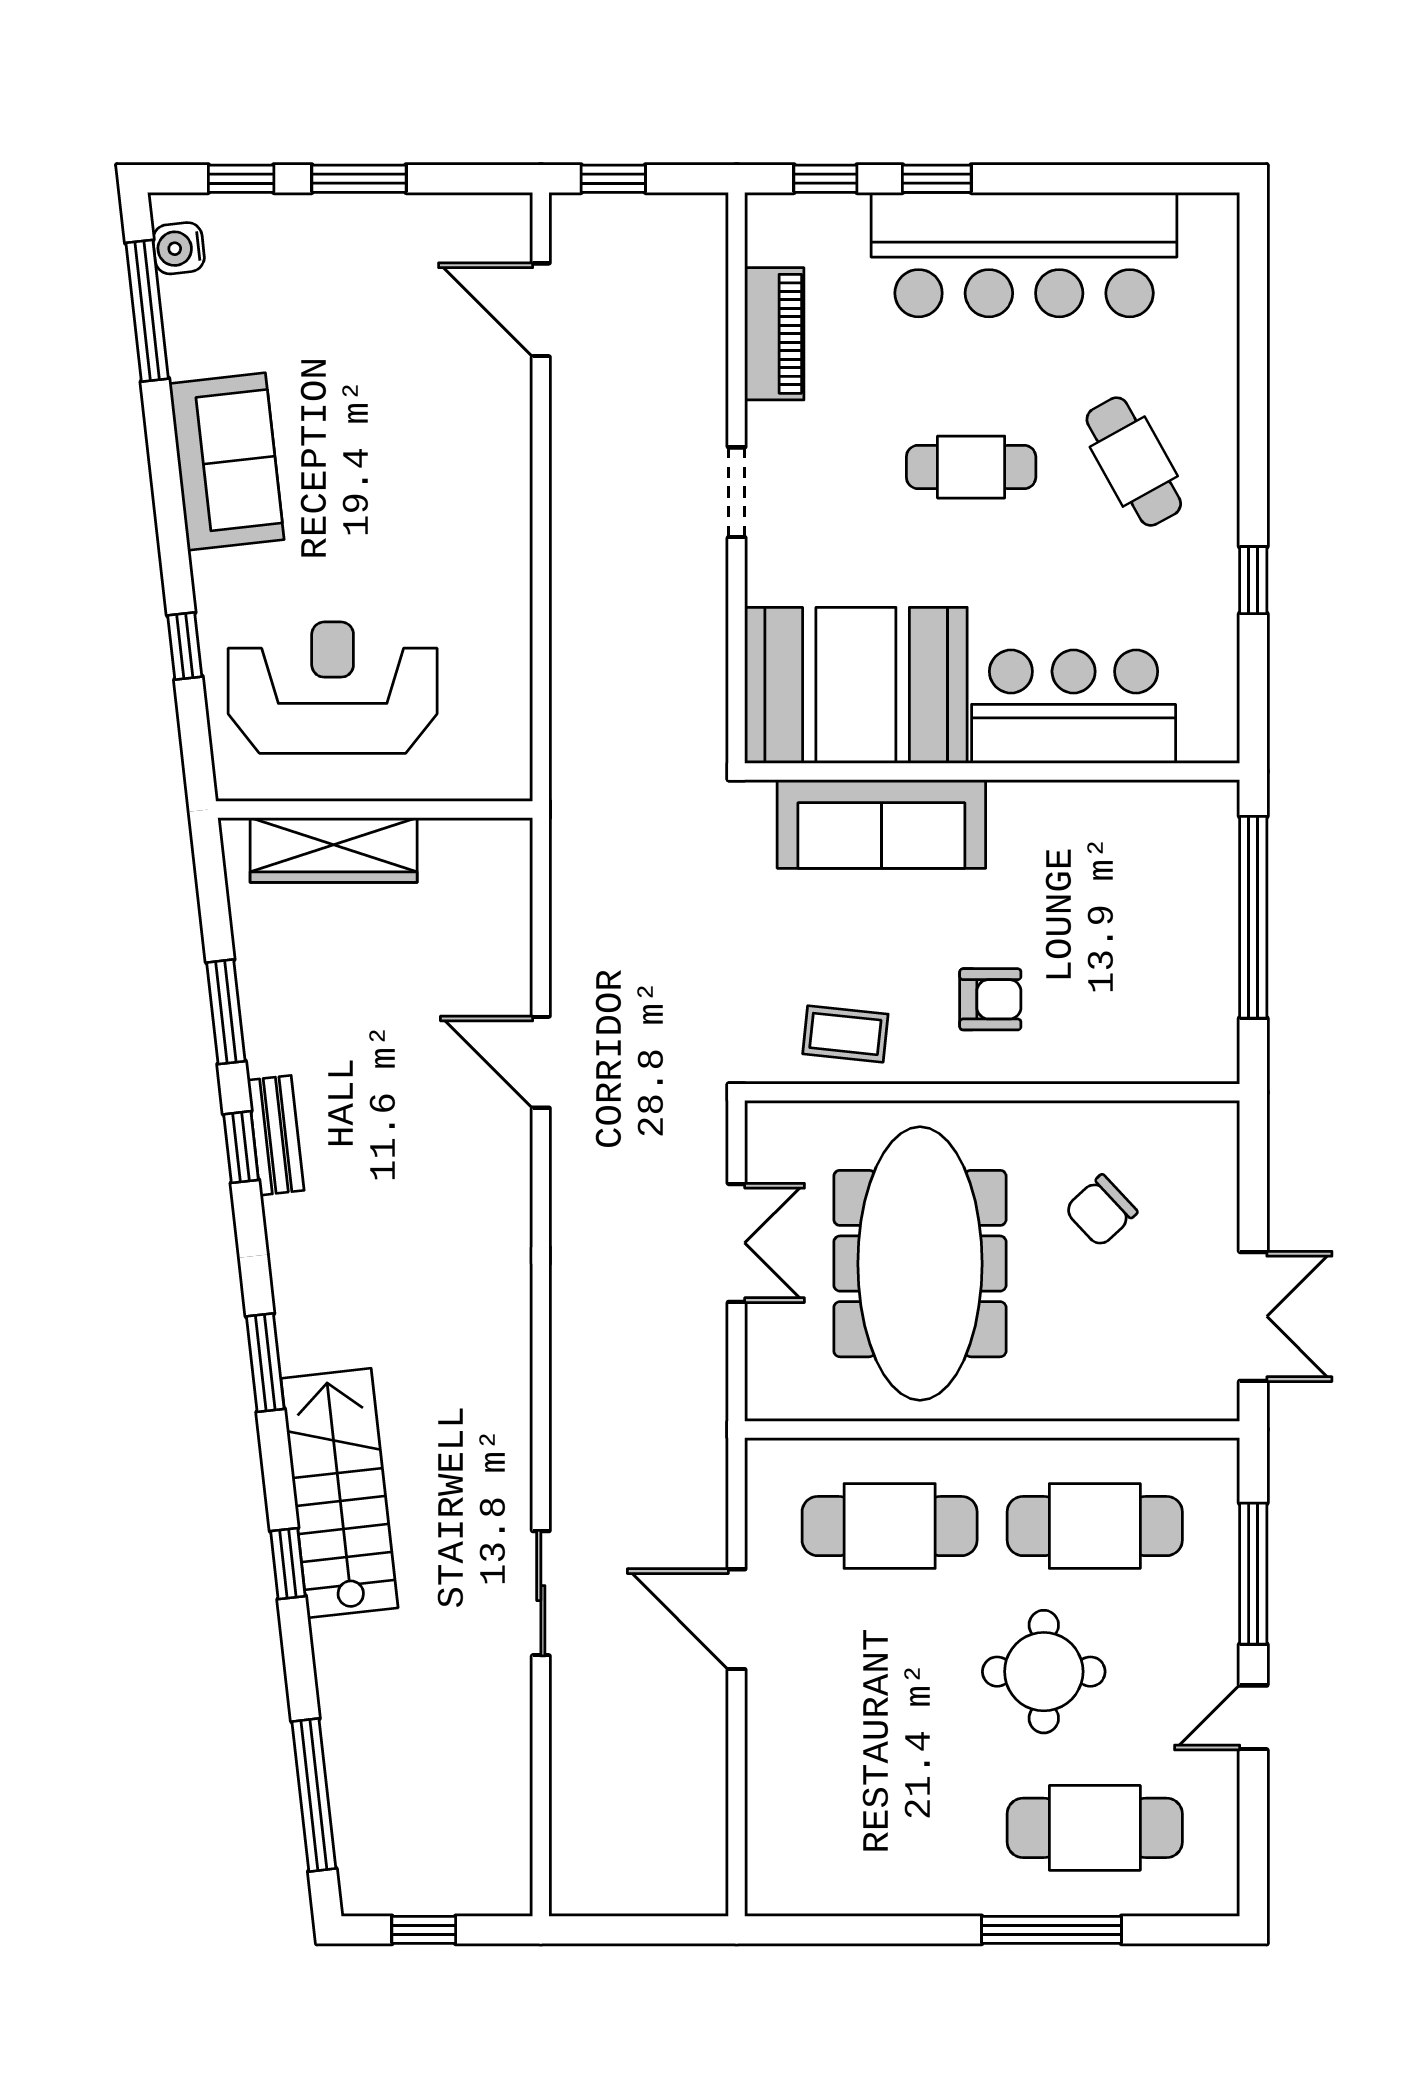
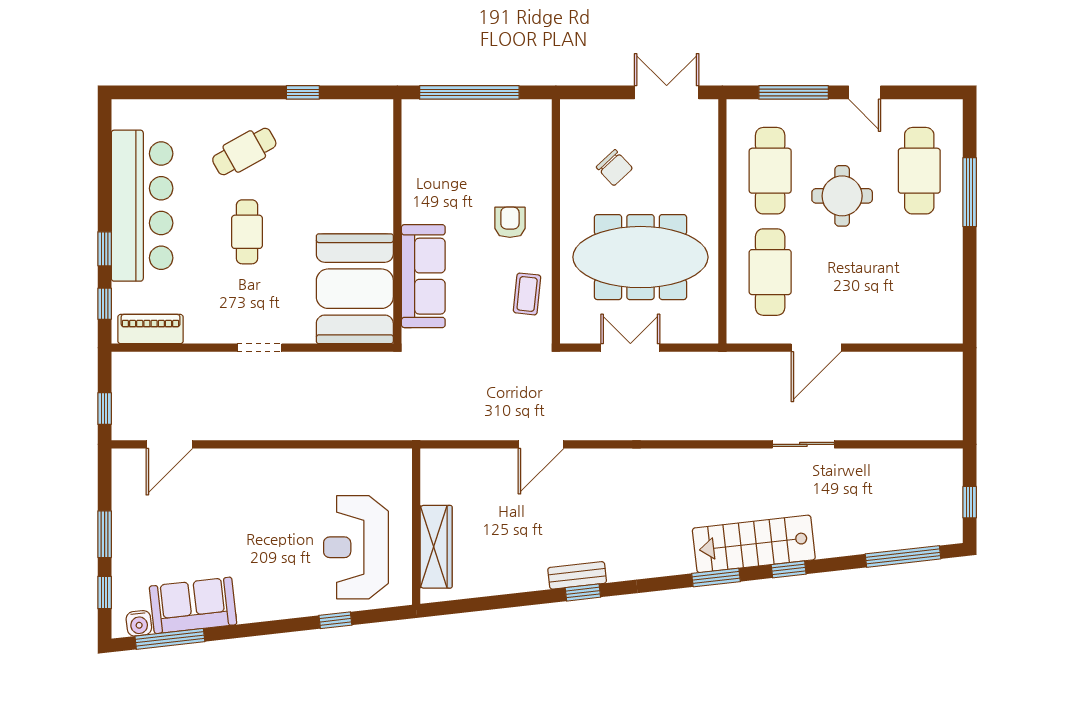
piano: (774, 334) -> (151, 329), moved
sofa: (227, 462) -> (193, 605), moved
bar counter: (1074, 707) -> (365, 181), removed
window: (226, 1012) -> (516, 600), removed
window: (265, 1363) -> (716, 577), moved

